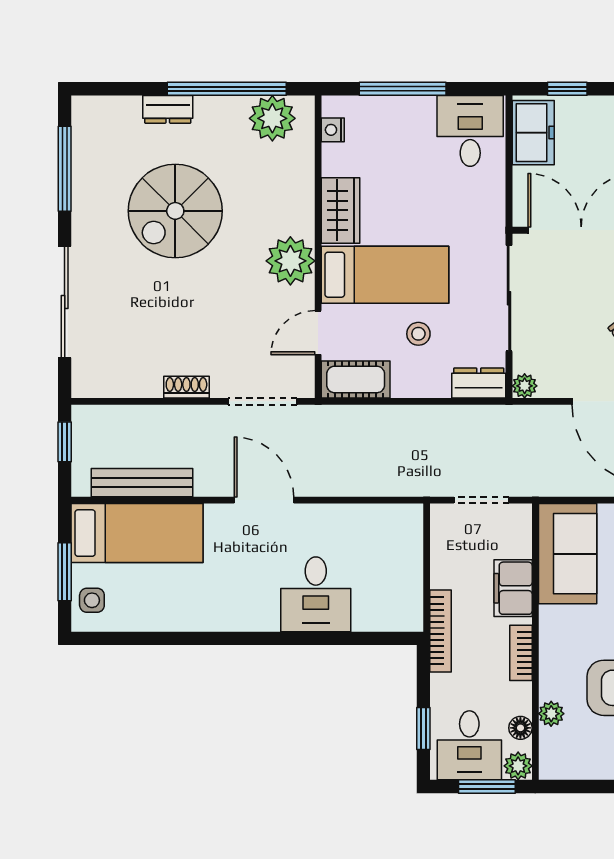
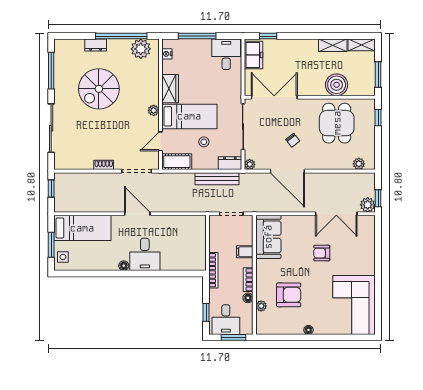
plant: (290, 261) -> (154, 110), width x0.53, depth x0.53
bench: (142, 483) -> (217, 179), moved
filing cabinet: (513, 588) -> (245, 252), width x0.50
desk: (316, 594) -> (145, 254), moved
floor lamp: (233, 620) -> (124, 266), added
floor lamp: (520, 728) -> (248, 298), moved
plant: (518, 766) -> (247, 329), removed

